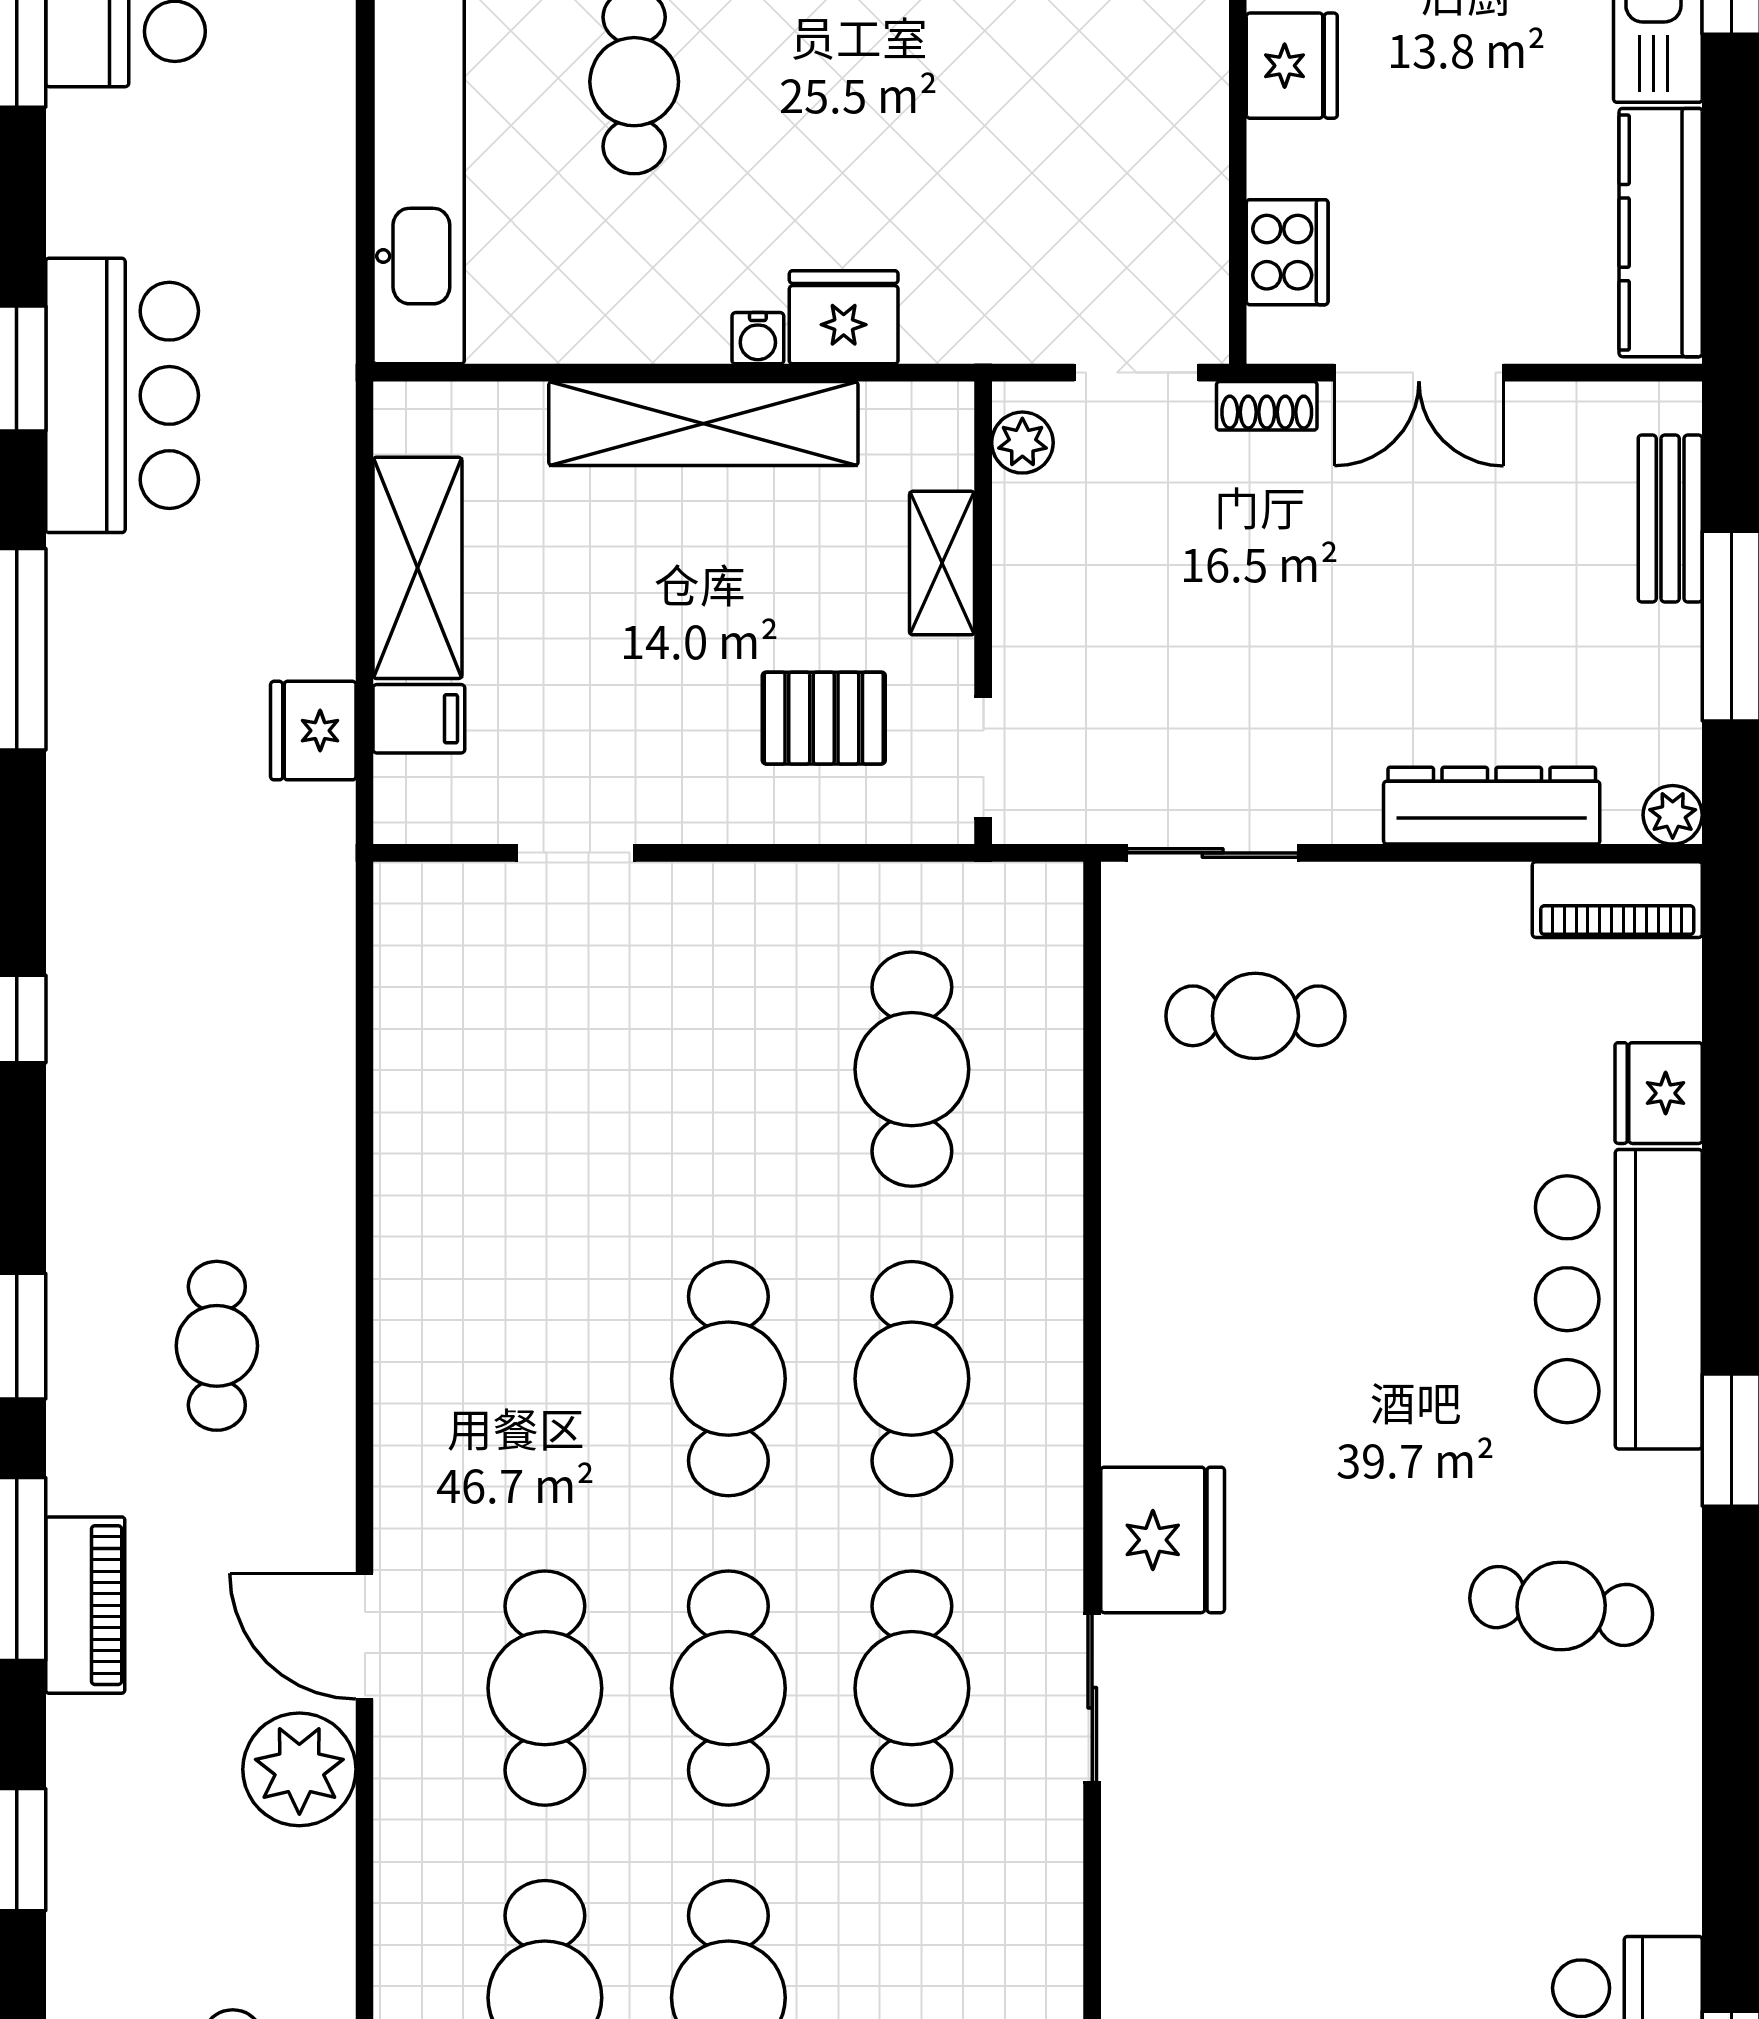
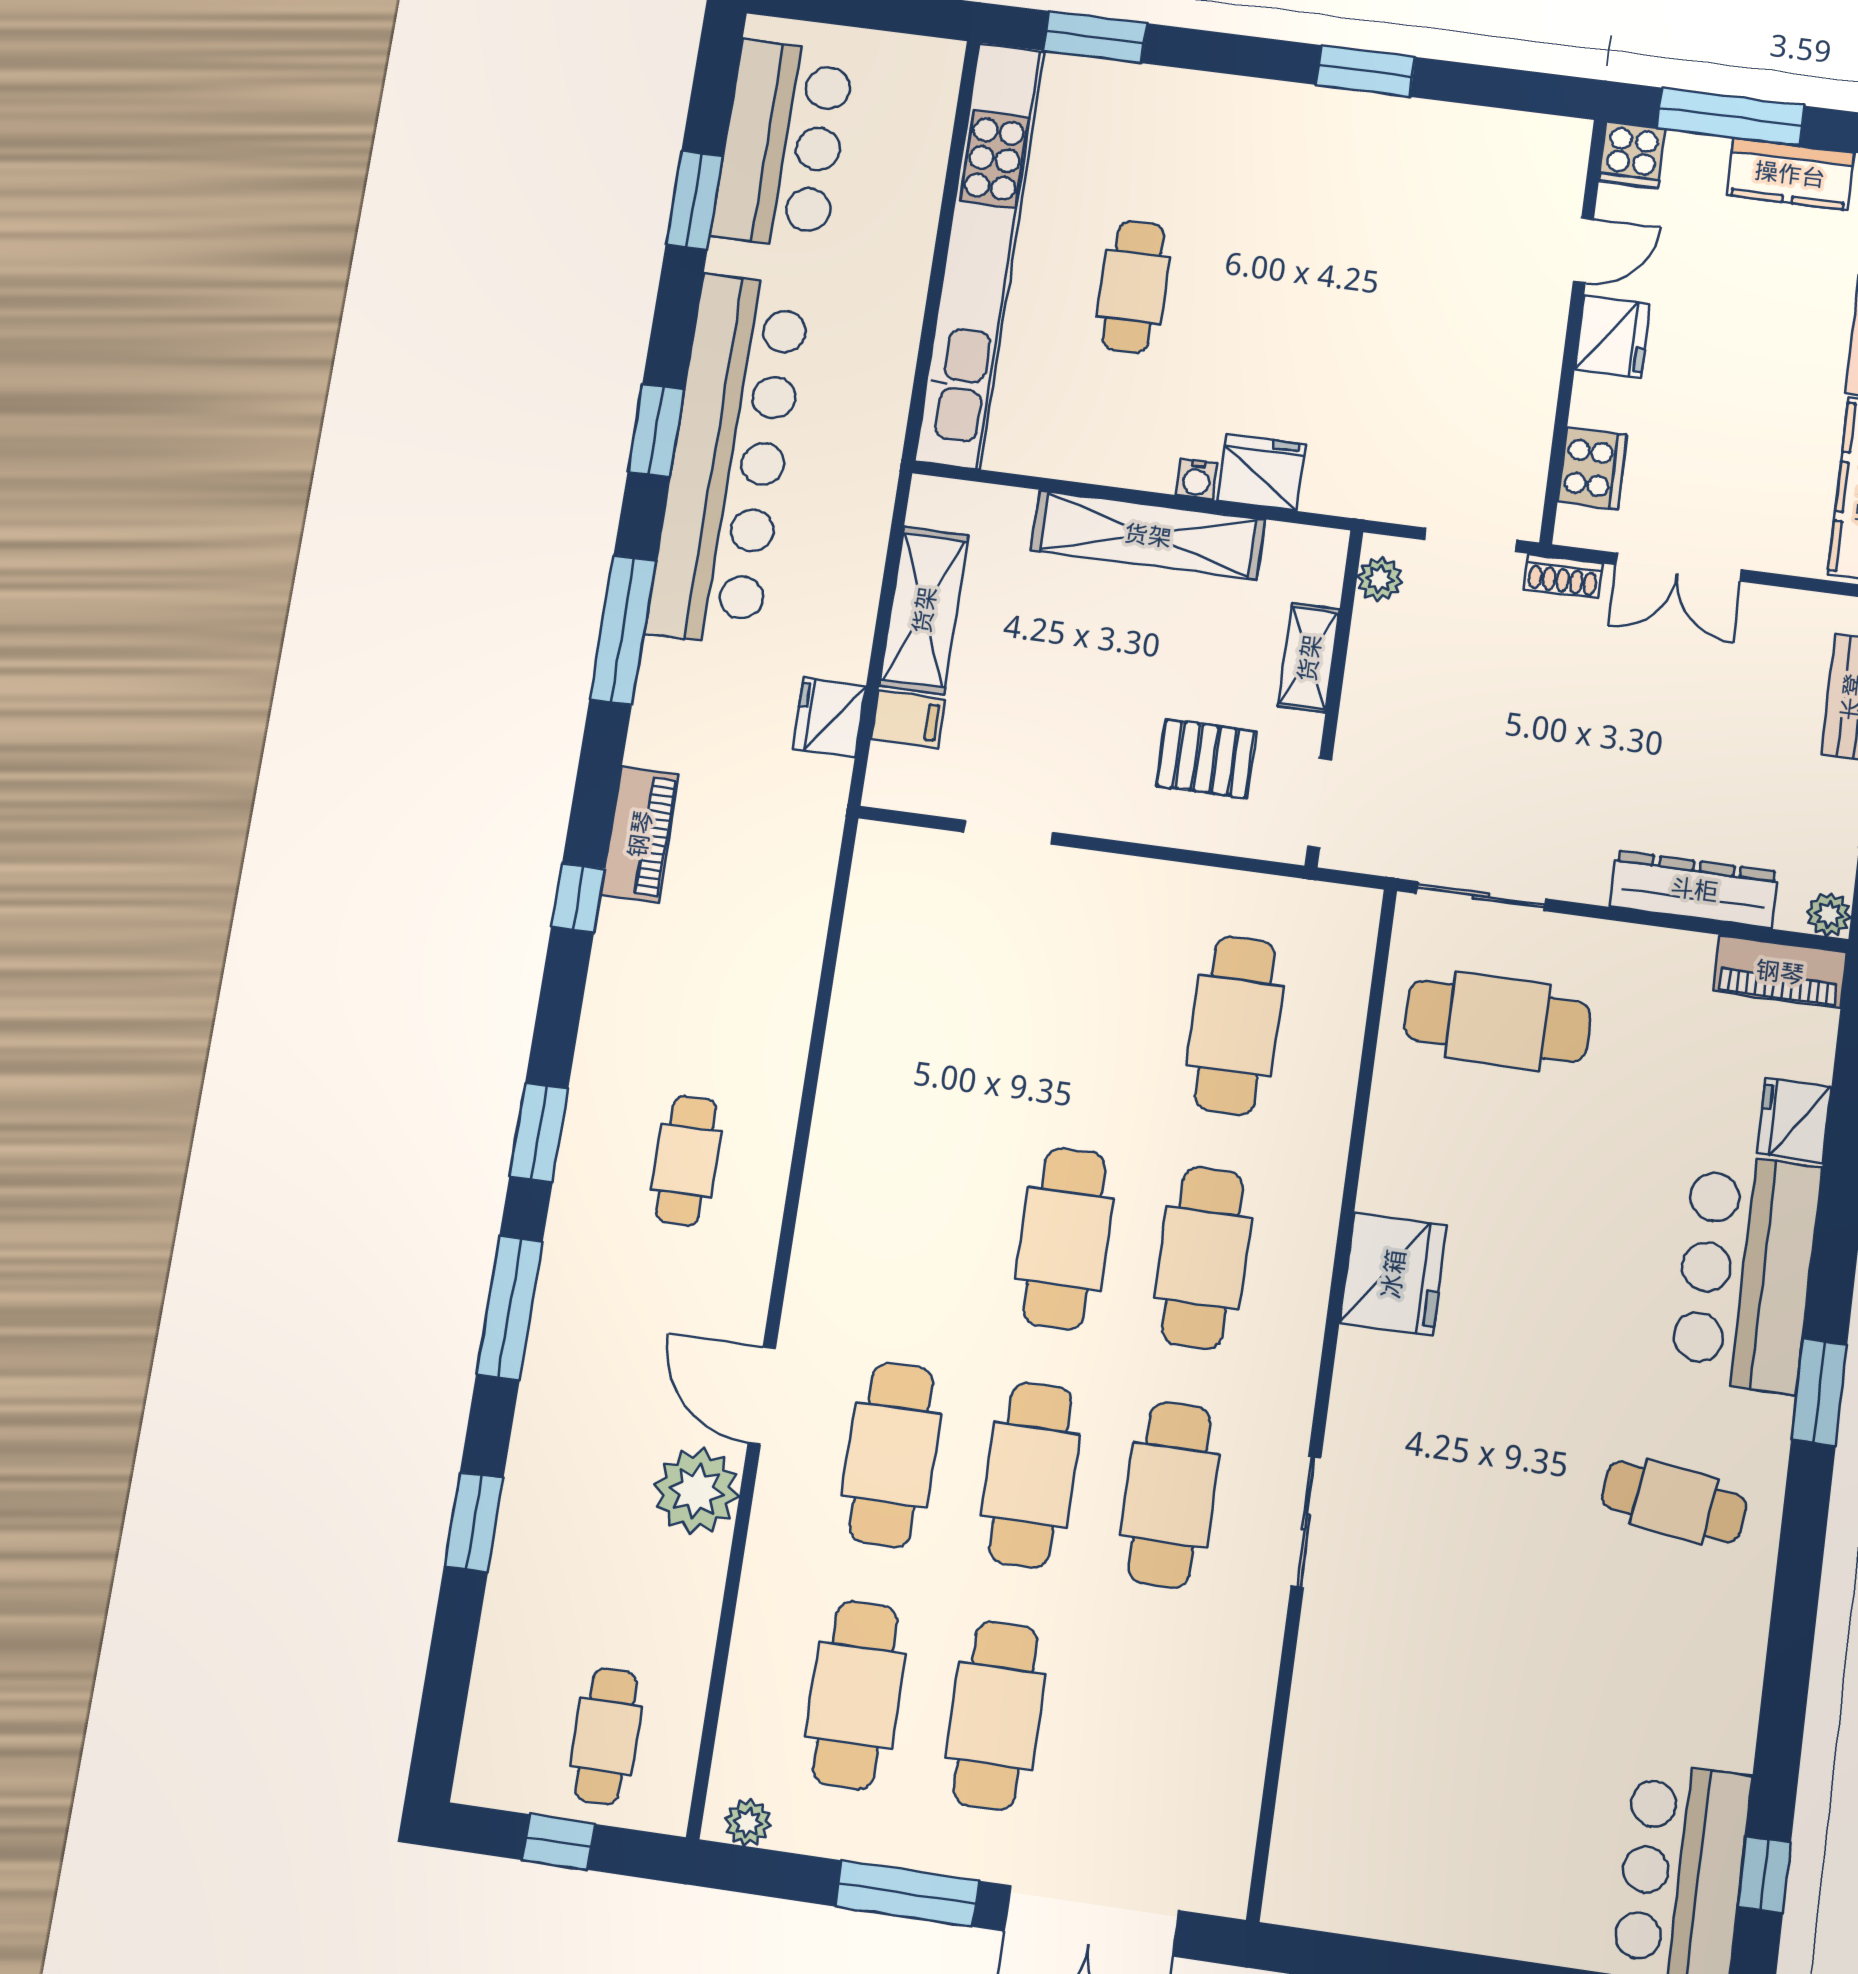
bar counter: (122, 395) -> (729, 459), width x1.86
cafe table: (1255, 1016) -> (1497, 1021), width x1.37, depth x1.35
fridge: (1163, 1540) -> (1393, 1274), moved
piano: (85, 1605) -> (640, 834), moved

